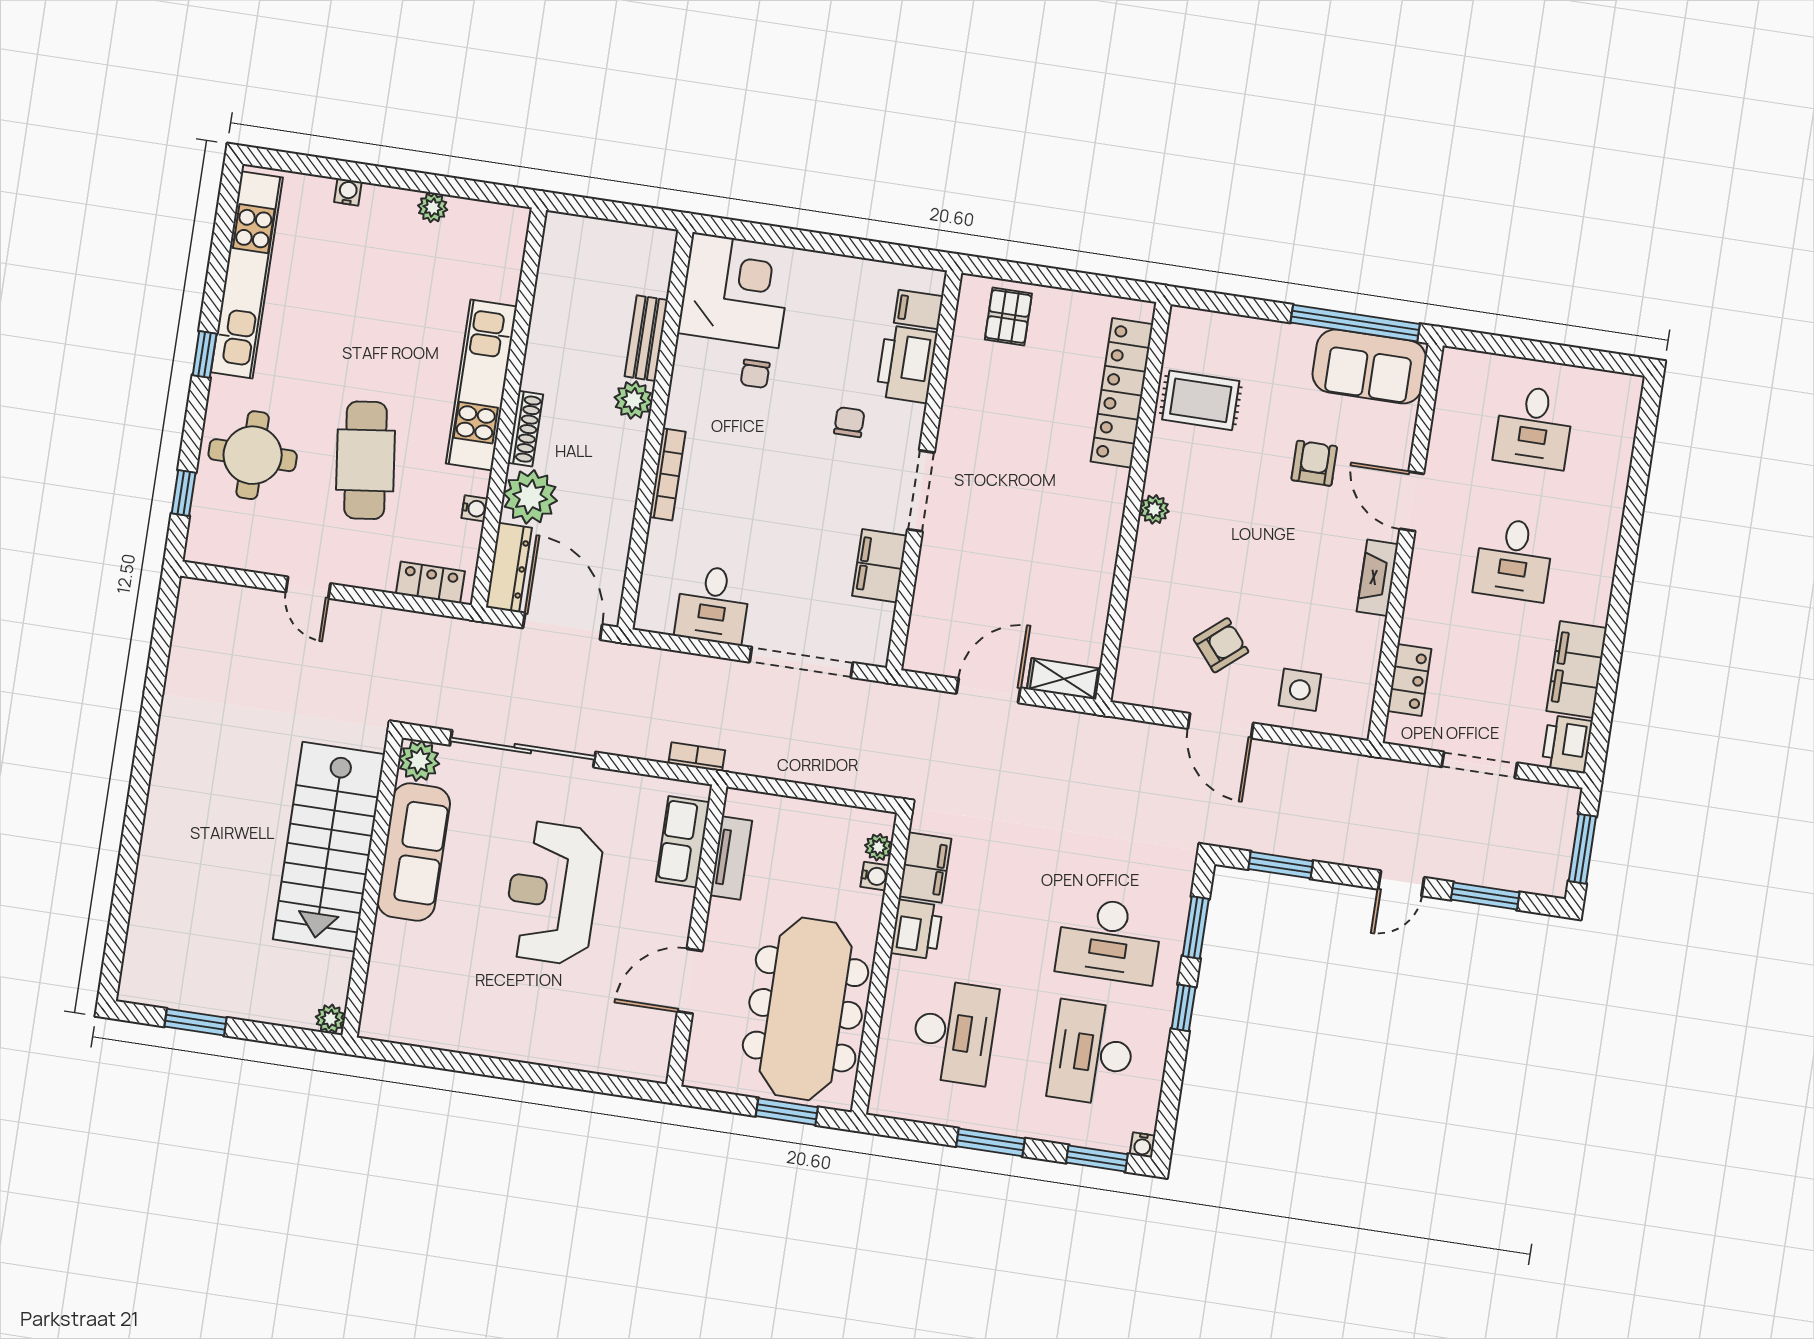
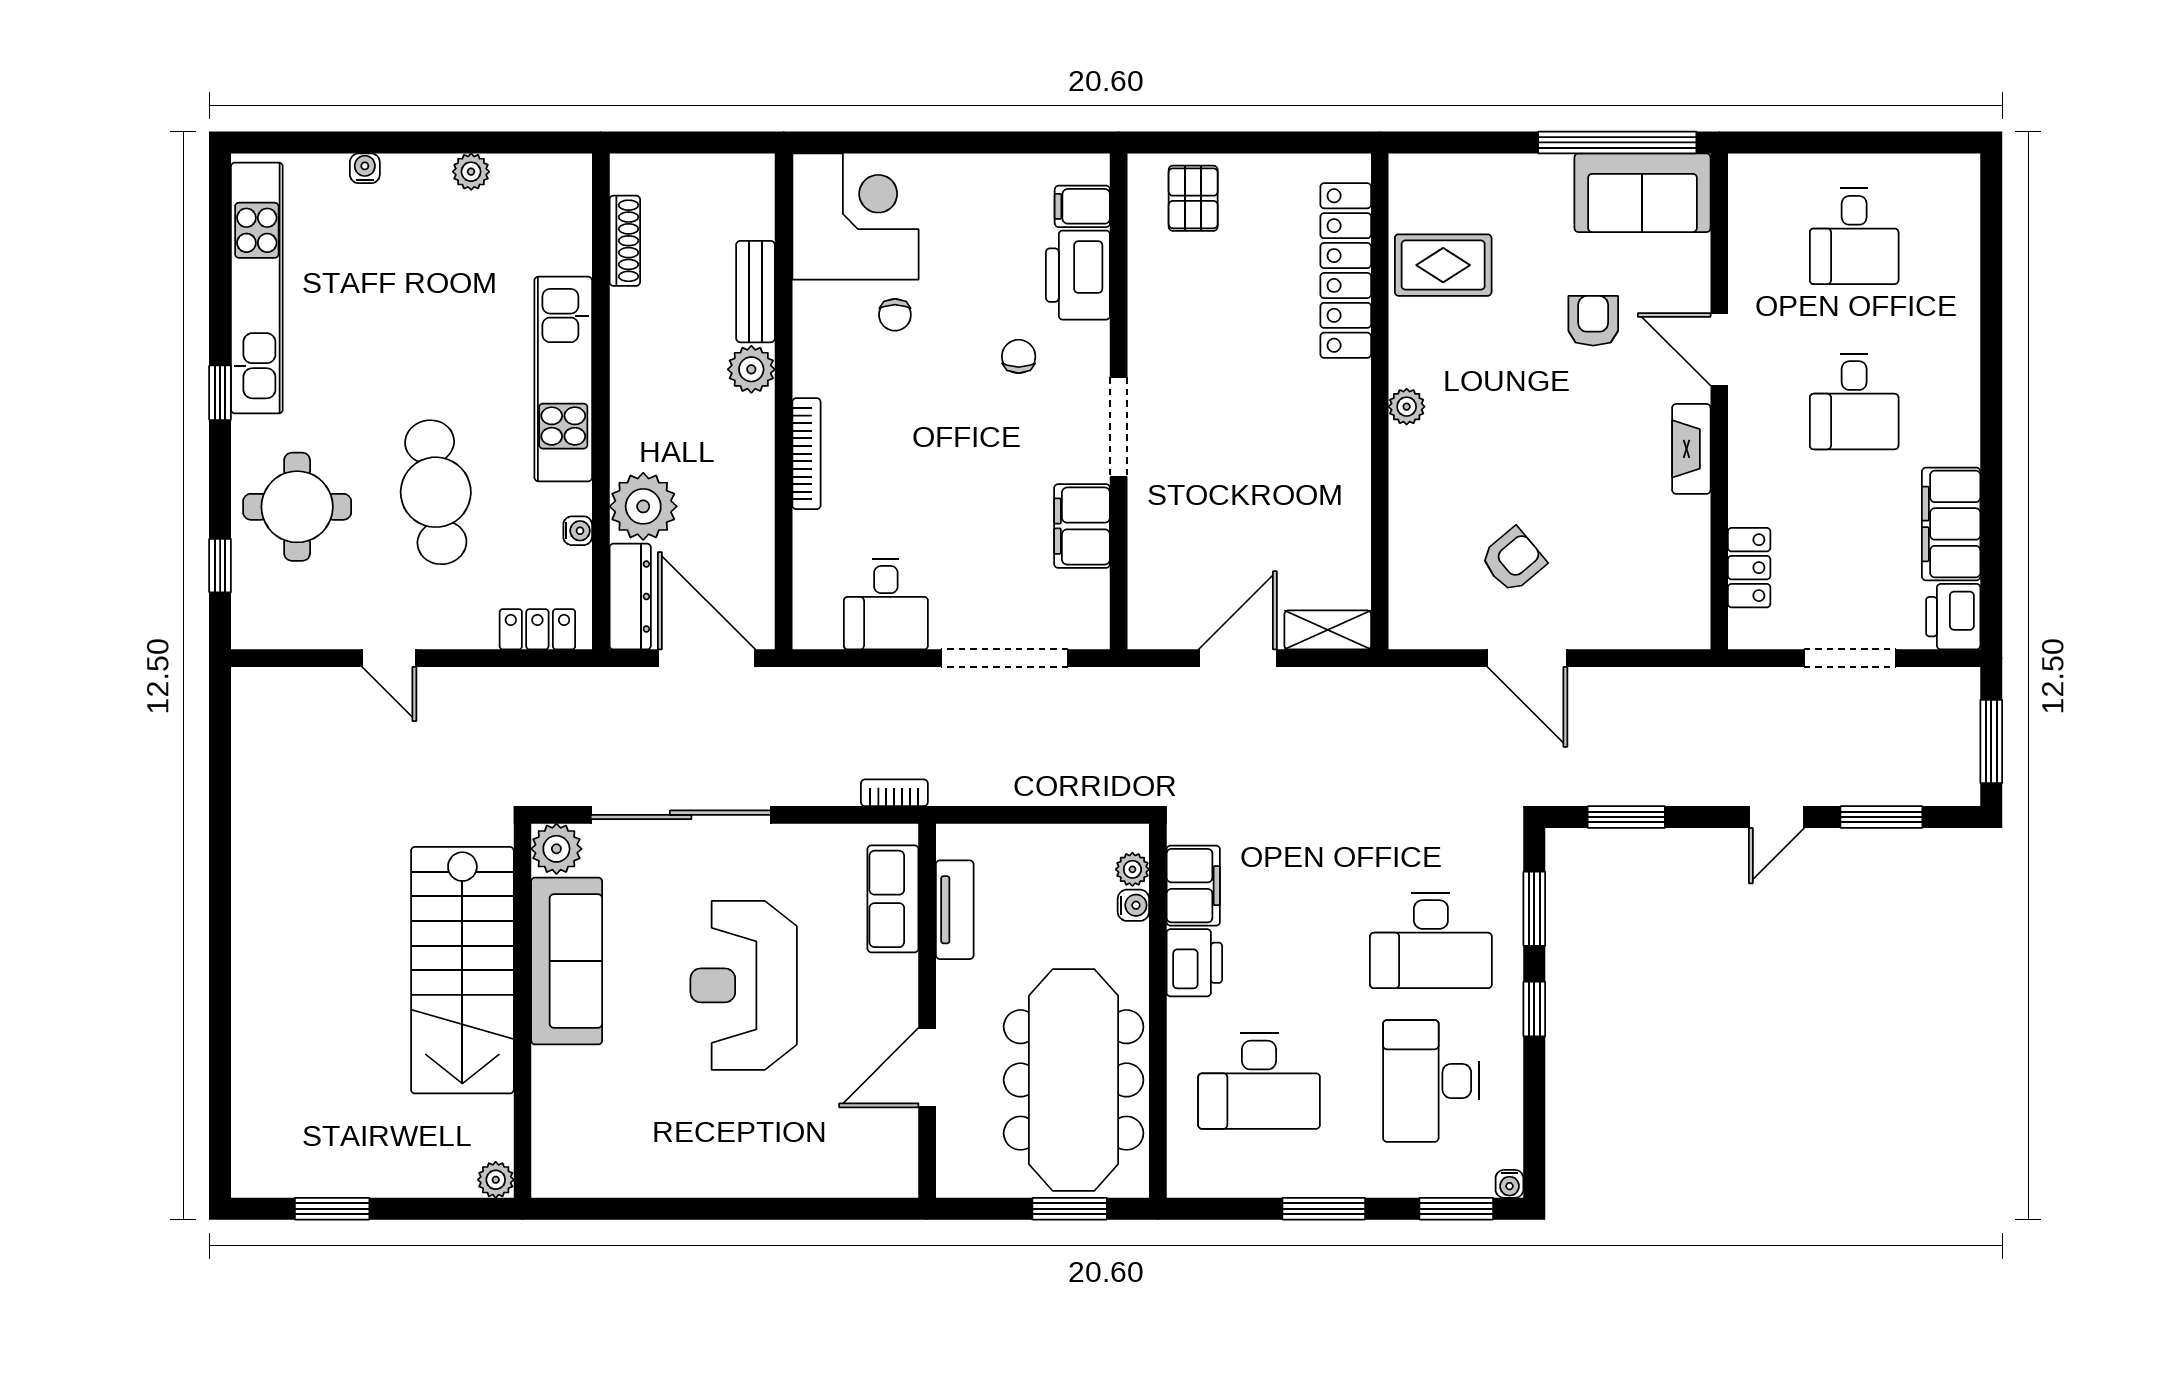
shoe rack: (525, 429) -> (625, 241), moved
side table: (1300, 690) -> (1617, 600), removed
desk: (954, 1032) -> (1259, 1081), turned 90

